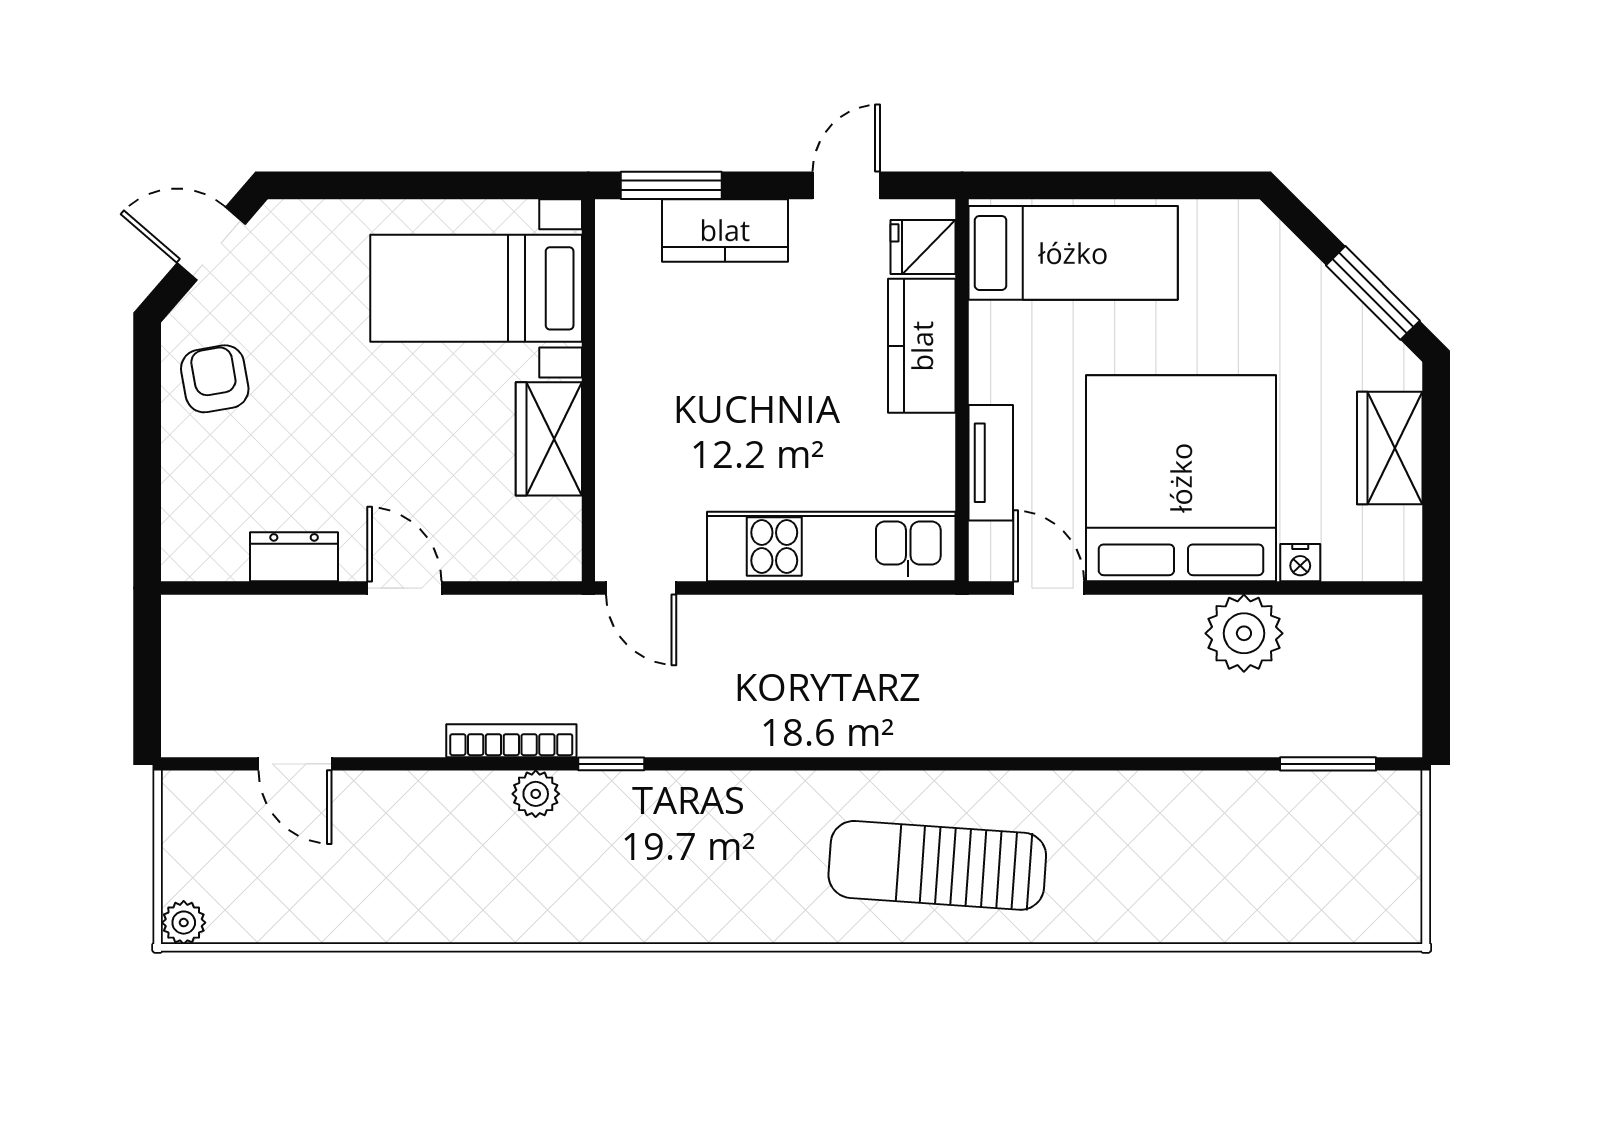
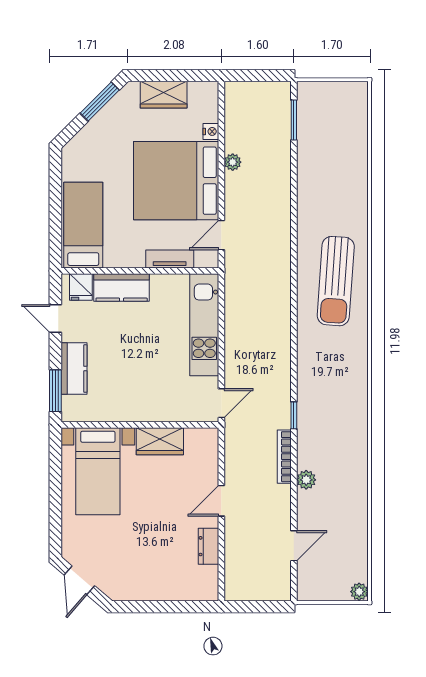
armchair: (215, 379) -> (135, 579), removed
plant: (1244, 633) -> (233, 162), width x0.53, depth x0.53
plant: (536, 794) -> (306, 480), moved

